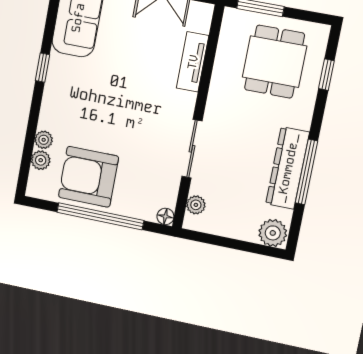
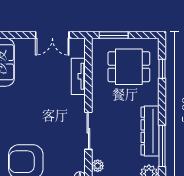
dining table: (274, 62) -> (129, 67), turned 90
window: (307, 172) -> (162, 146), moved

